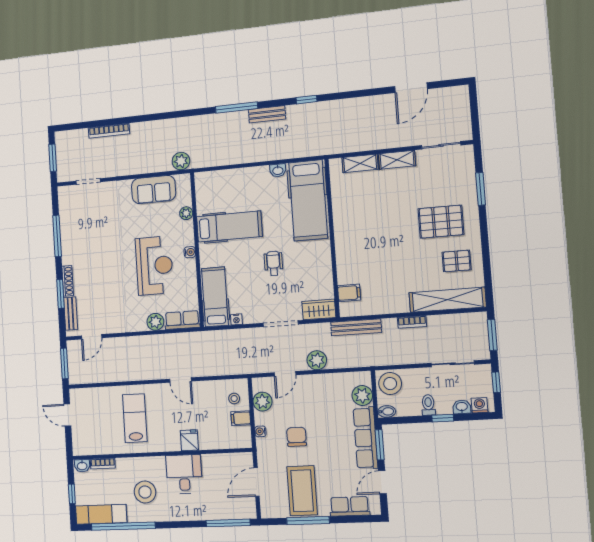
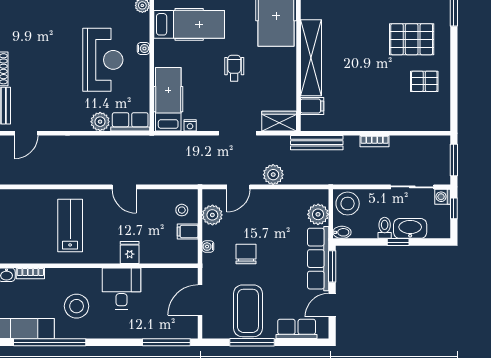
shelving: (447, 300) -> (311, 58), moved, turned 90
washing machine: (479, 405) -> (443, 197), moved, turned -90
washbasin: (462, 407) -> (410, 228), width x1.91, depth x1.45

